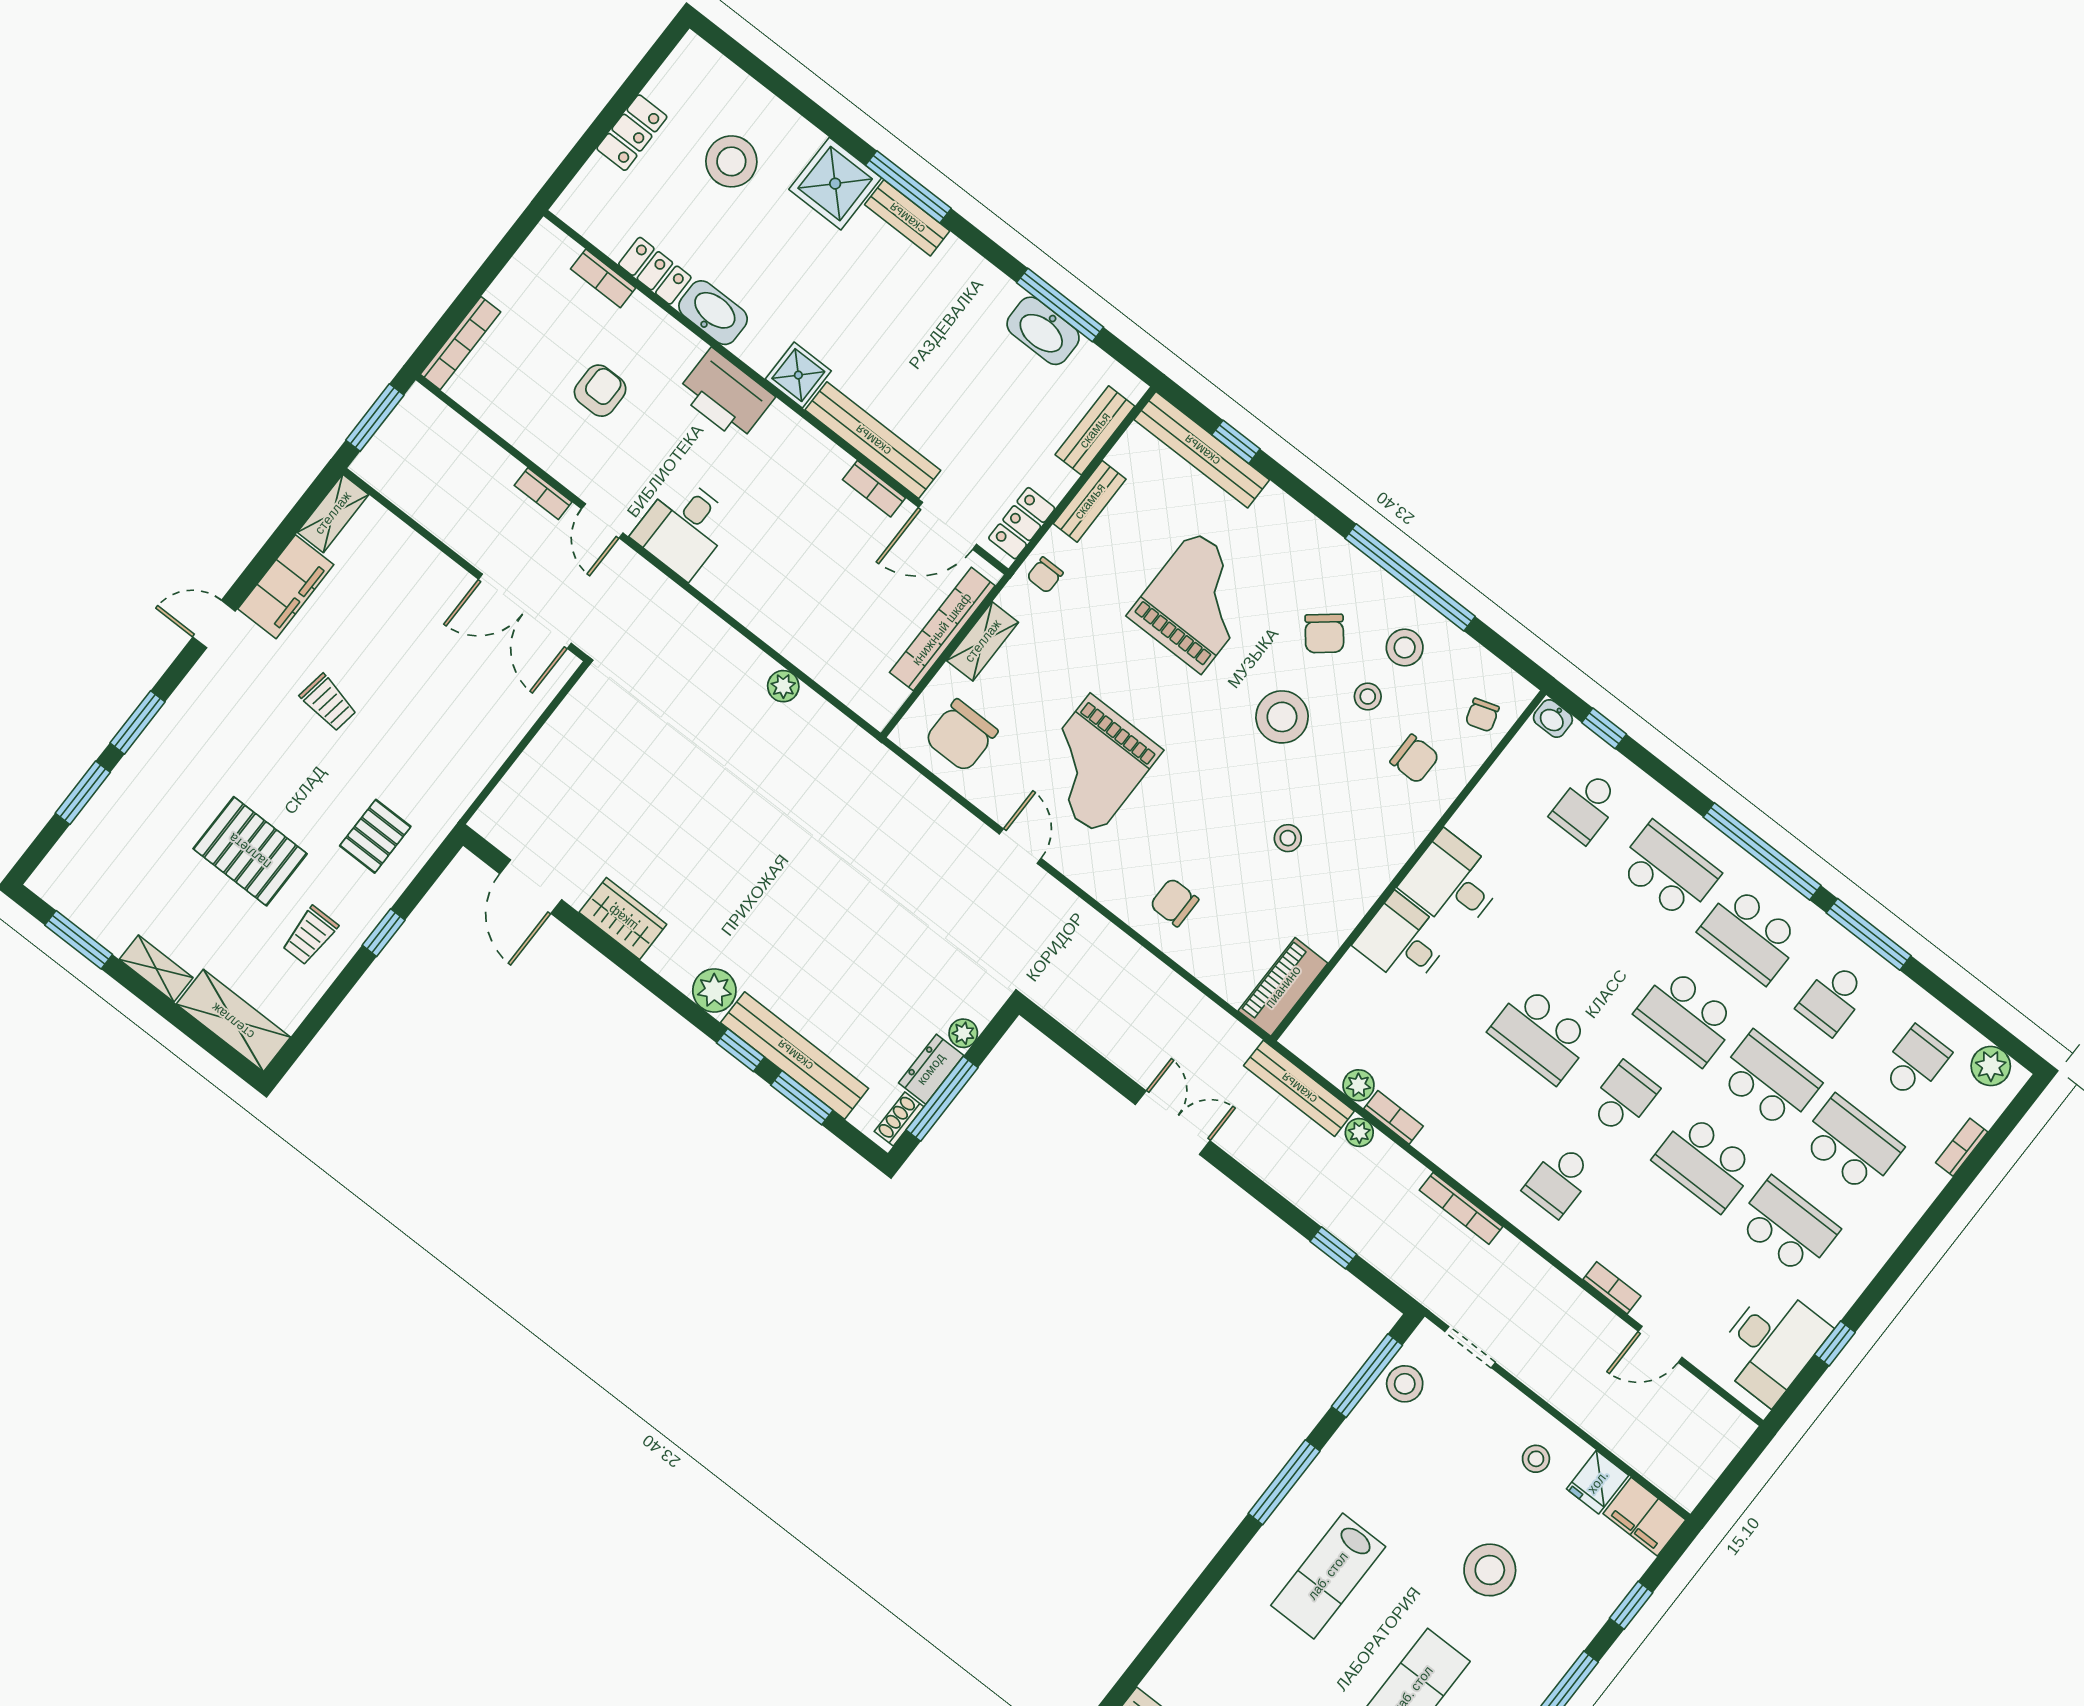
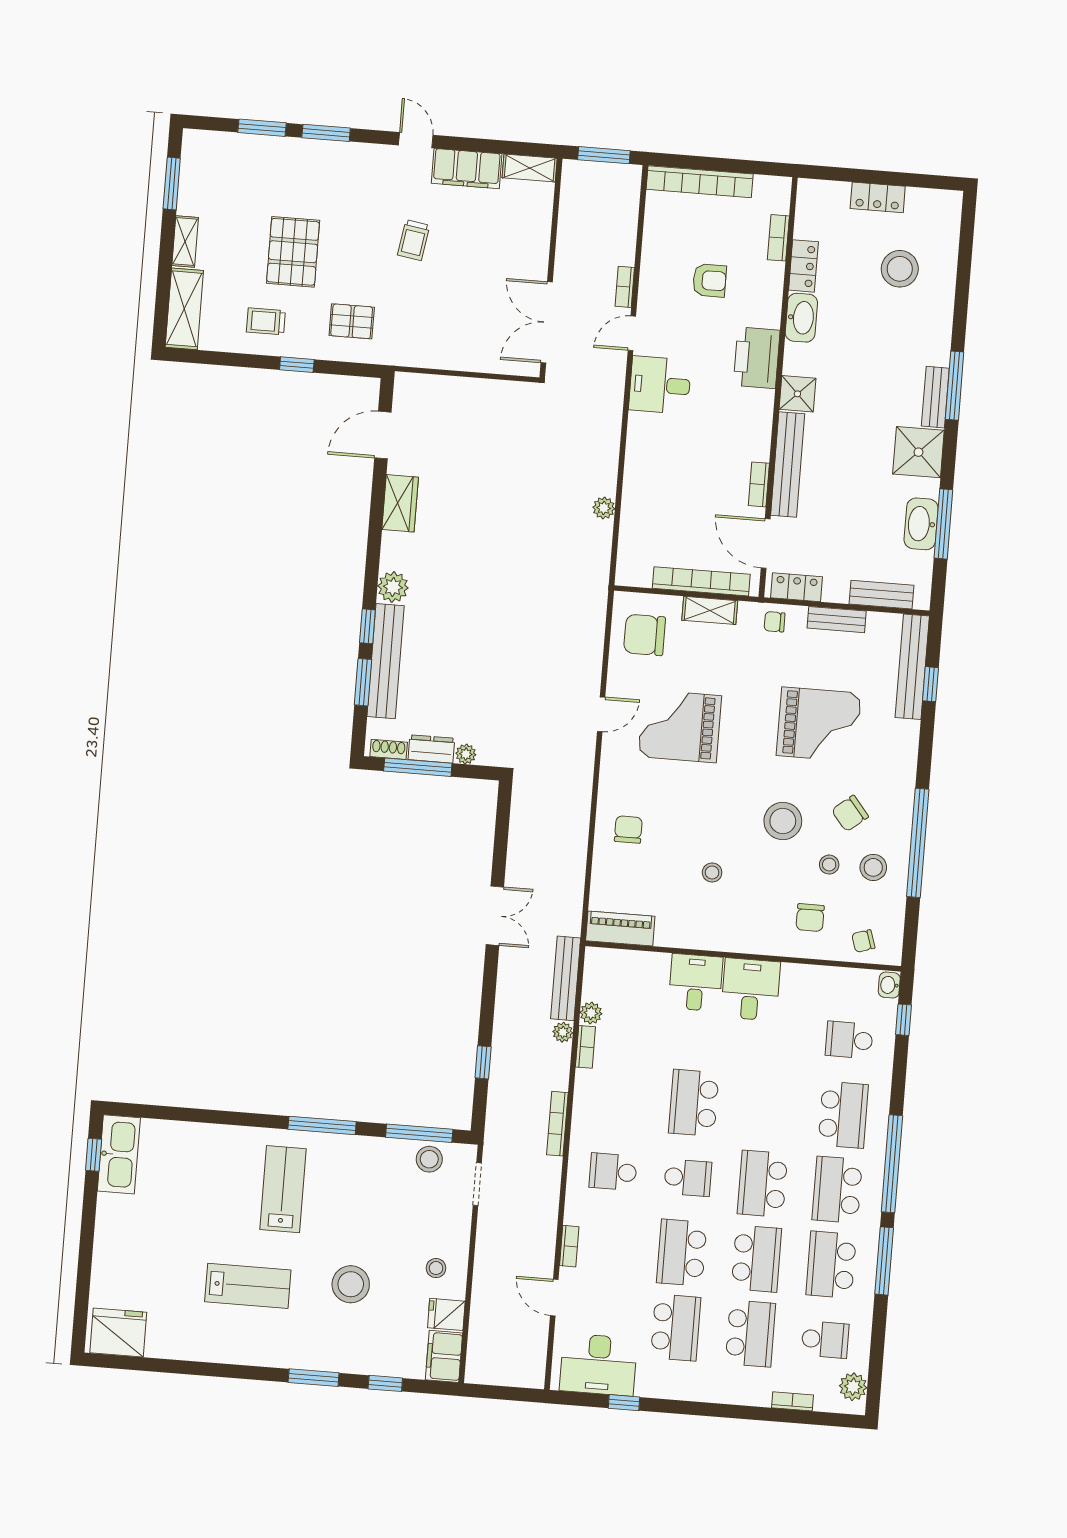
shower: (835, 184) -> (918, 452), moved
bookcase: (461, 343) -> (700, 182), width x1.48, depth x1.31
school desk: (1833, 999) -> (831, 1265), width x1.85
lab bench: (1328, 1576) -> (283, 1189), turned 90

